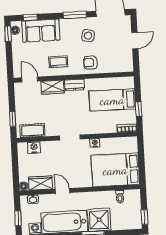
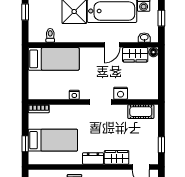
window: (139, 109) -> (25, 144), moved
window: (13, 119) -> (161, 145), moved
nightstand: (34, 148) -> (121, 93), moved
bed: (115, 170) -> (54, 59), width x0.67
door: (62, 191) -> (112, 45), hinge flipped

